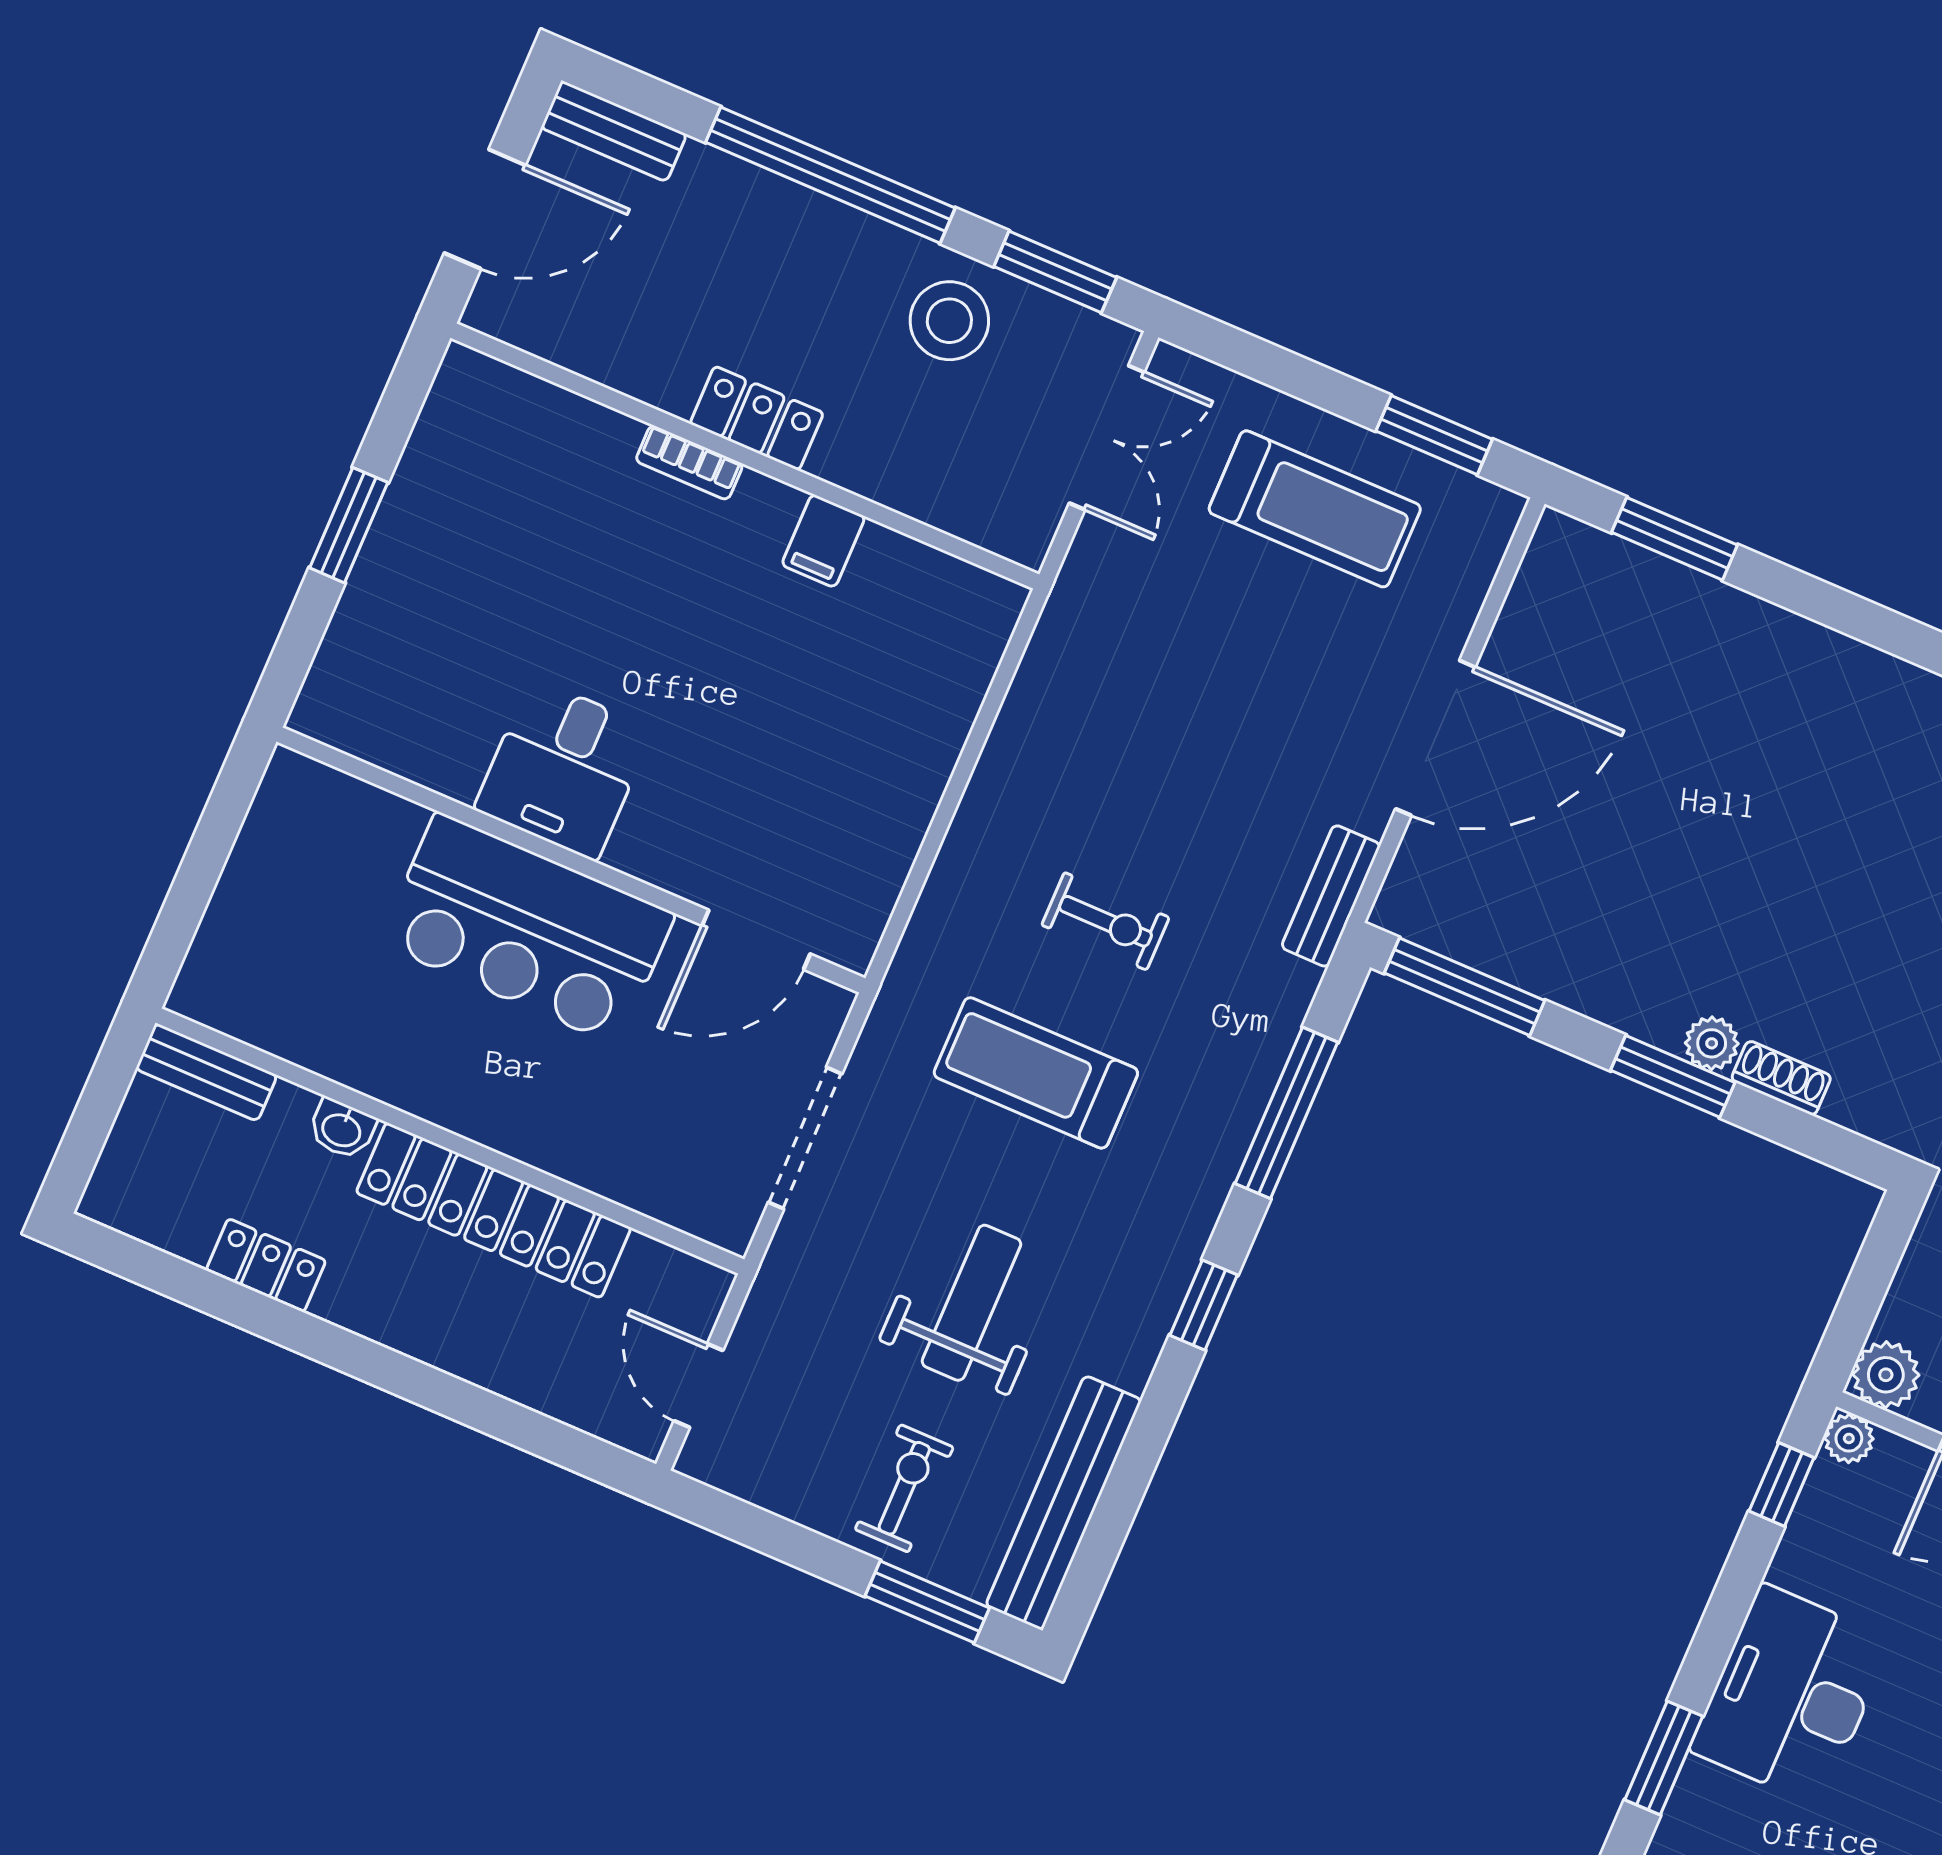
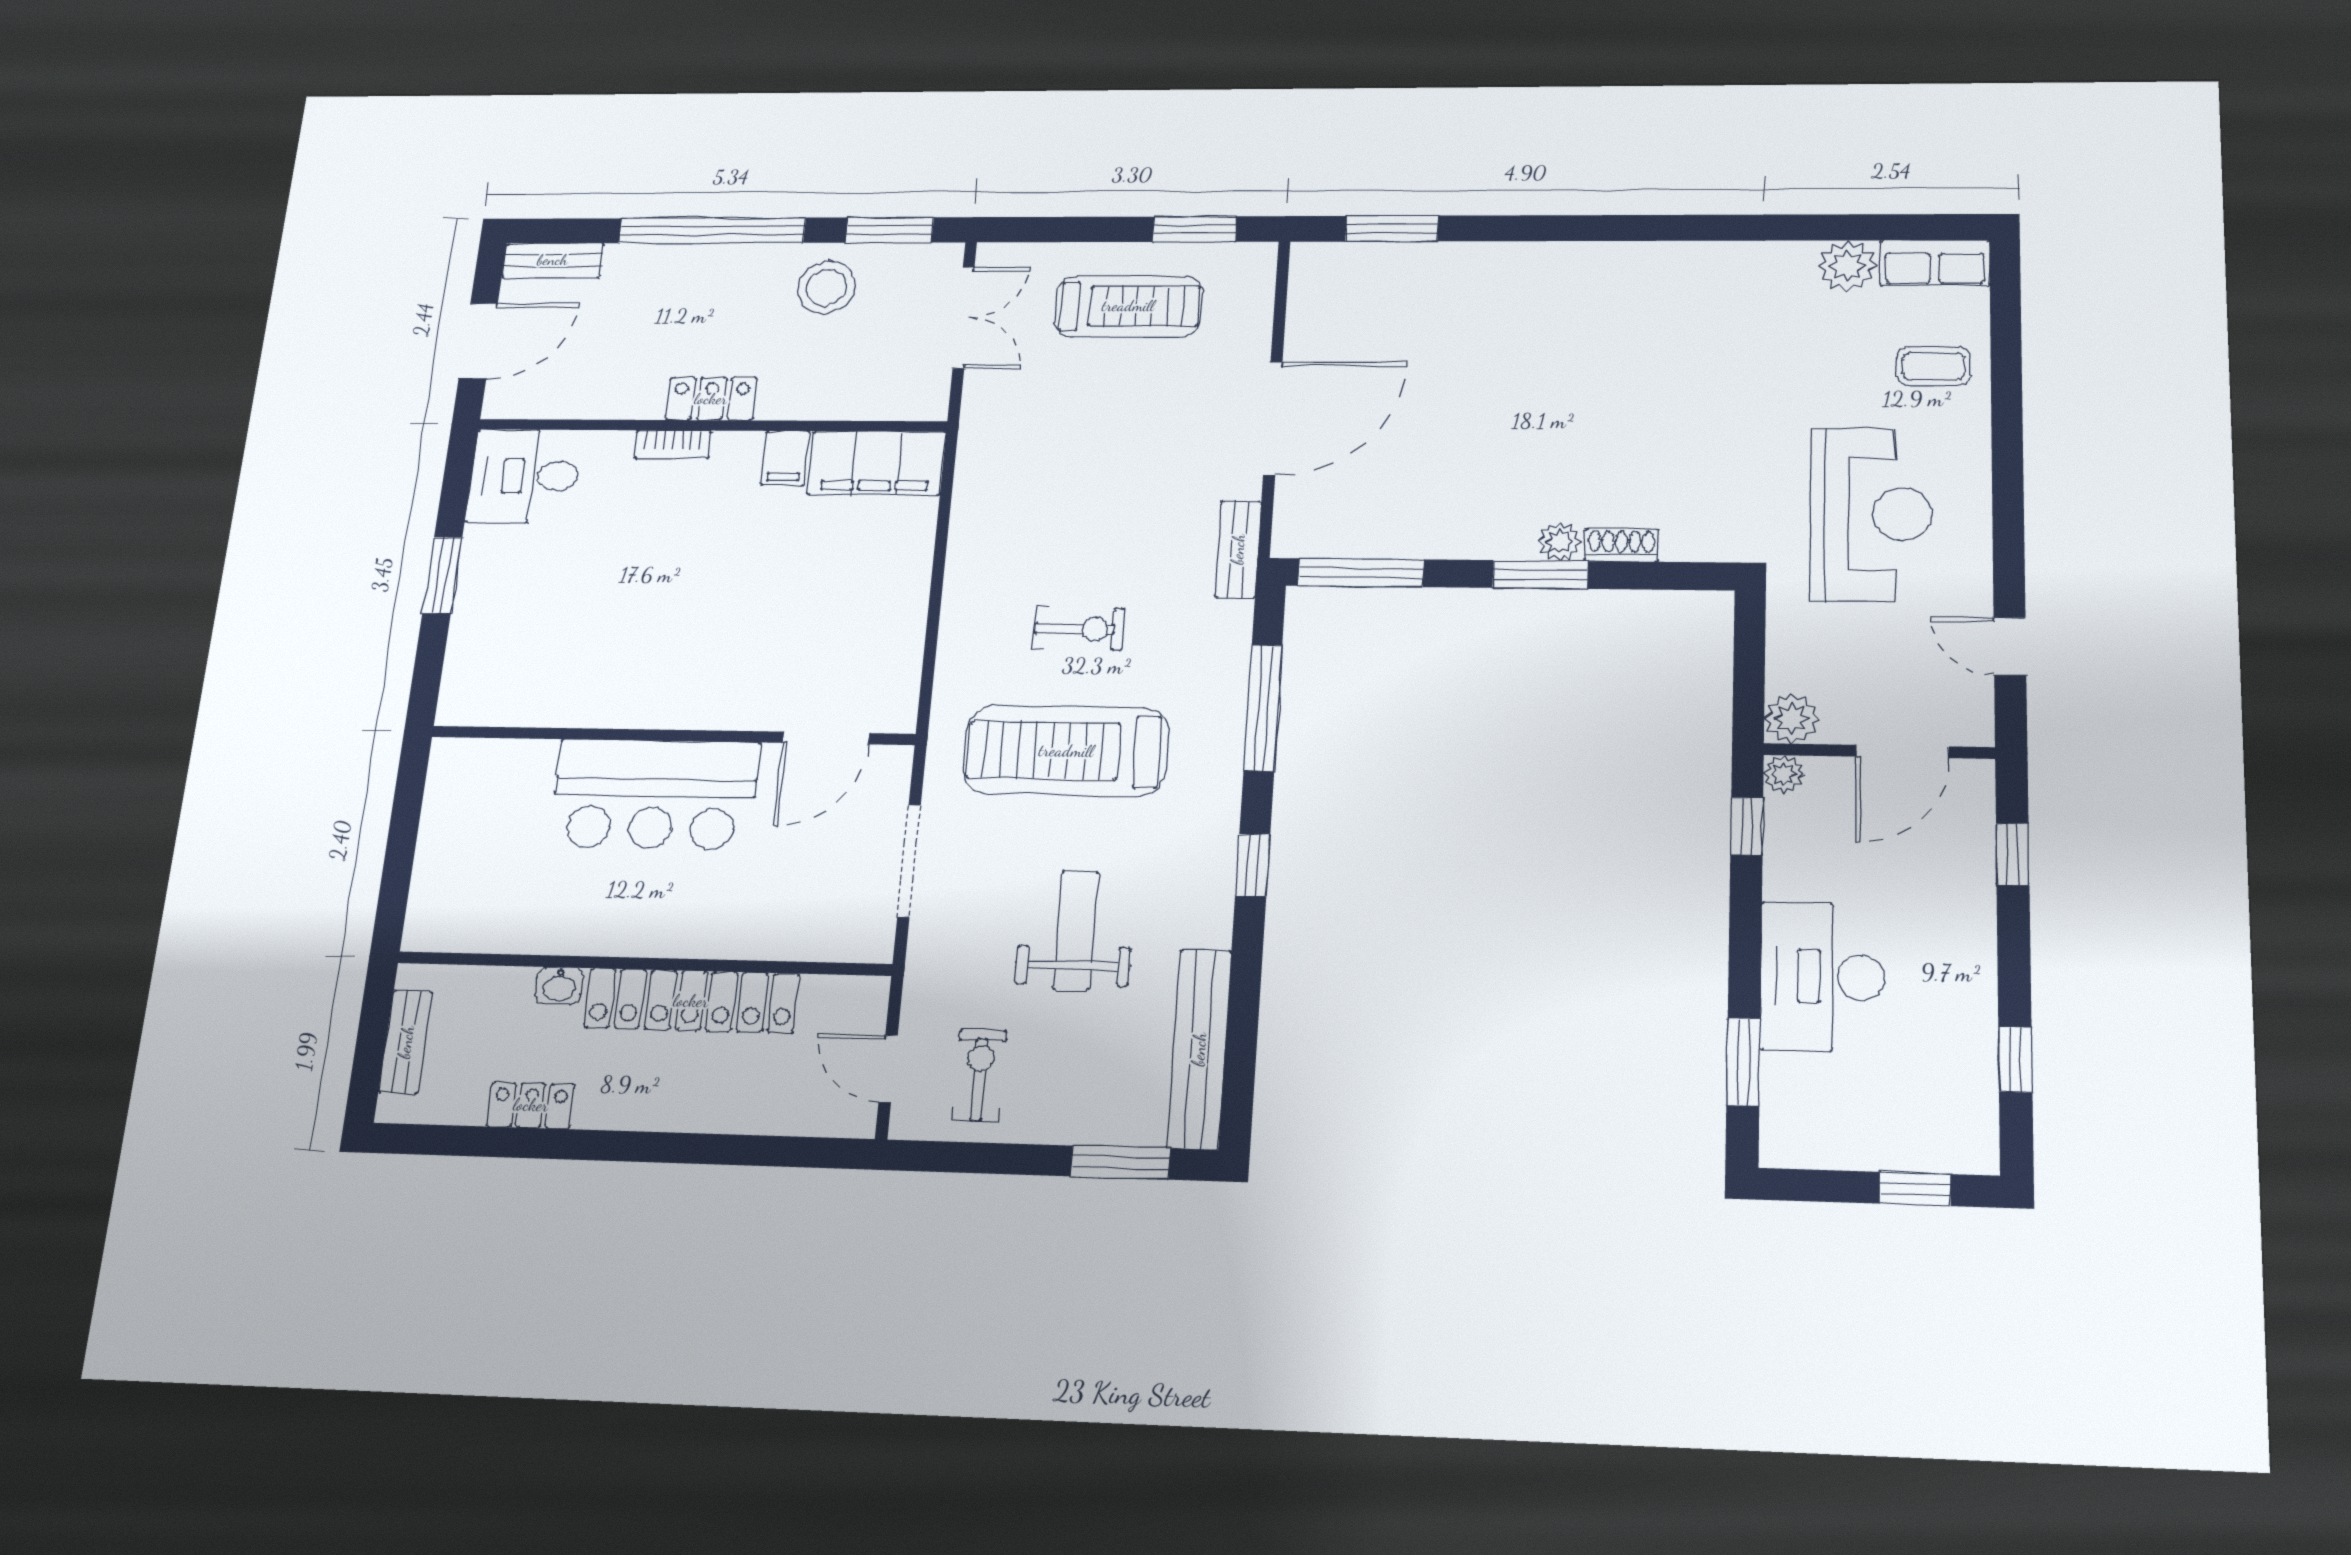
filing cabinet: (934, 596) -> (877, 463), added
desk: (564, 769) -> (525, 476), moved, turned 90
bench: (206, 1072) -> (406, 1042), moved, turned 90
treadmill: (1036, 1073) -> (1066, 751), width x1.37, depth x1.37
exercise bike: (904, 1488) -> (979, 1075), moved

